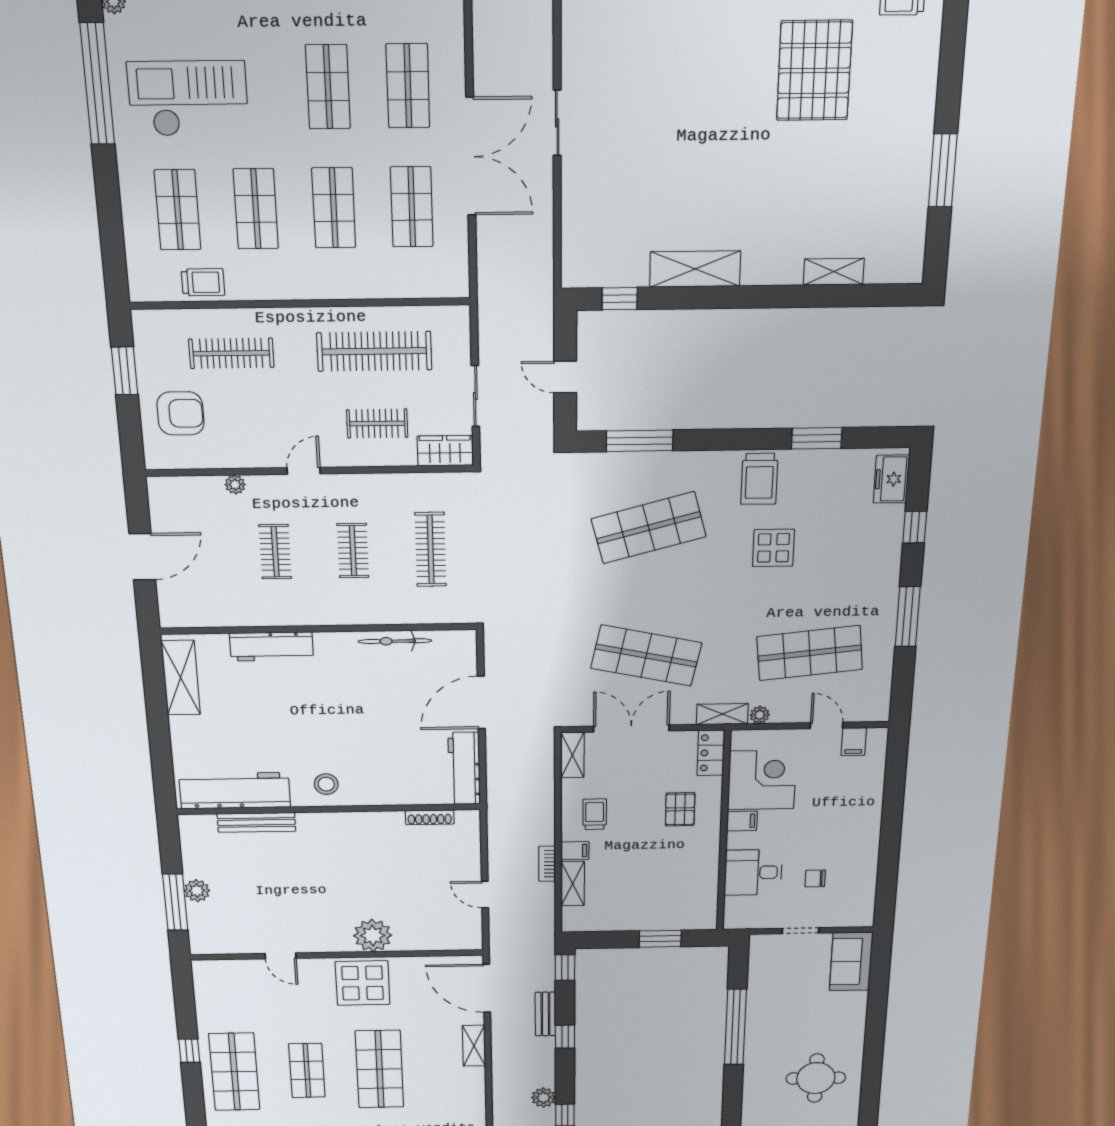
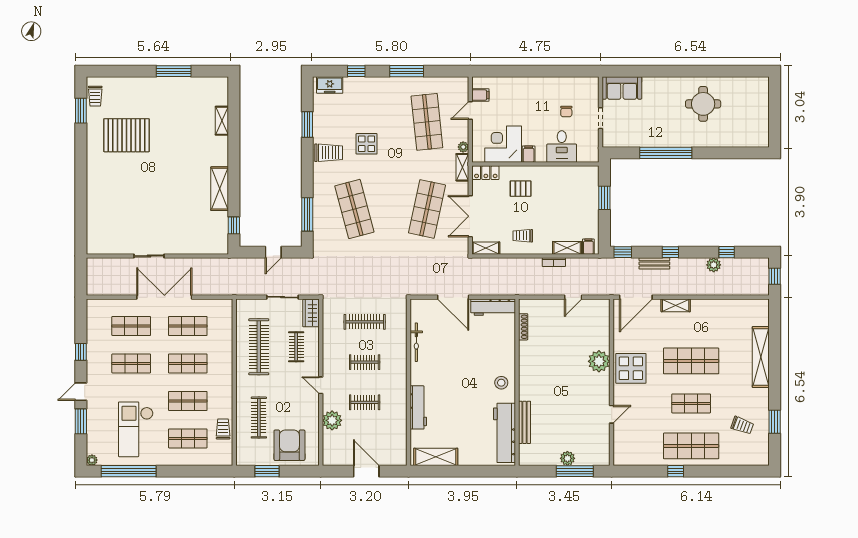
armchair: (180, 413) -> (289, 445), width x1.36, depth x1.36
plant: (235, 485) -> (332, 420), width x1.87, depth x1.87
filing cabinet: (575, 851) -> (588, 247), moved

